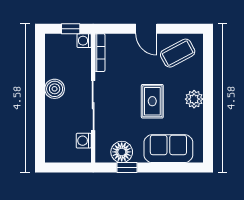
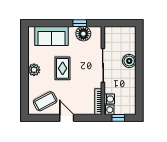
boiler: (55, 89) -> (129, 61), moved
washing machine: (84, 141) -> (109, 99), moved

